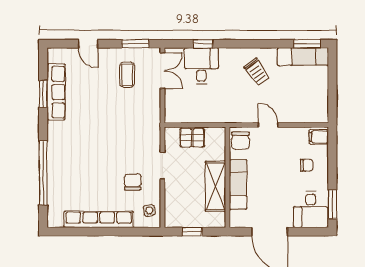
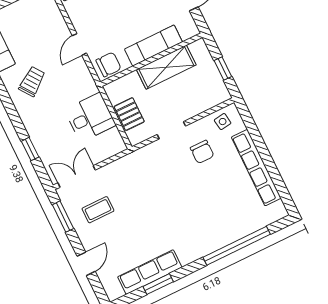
desk: (201, 66) -> (90, 117), moved, turned 180
chair: (133, 182) -> (202, 152), turned -90

